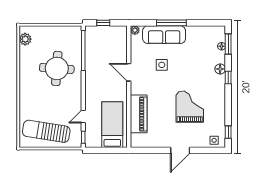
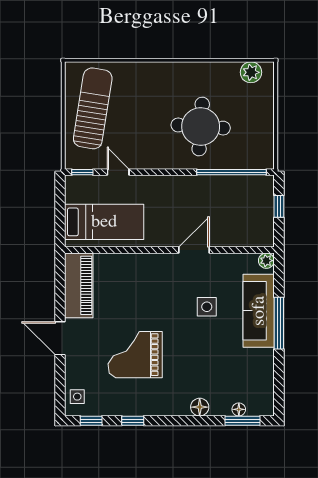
window: (228, 78) -> (133, 421), moved
grand piano: (190, 107) -> (135, 355), turned 180
piano: (139, 114) -> (79, 285), moved, turned -90

